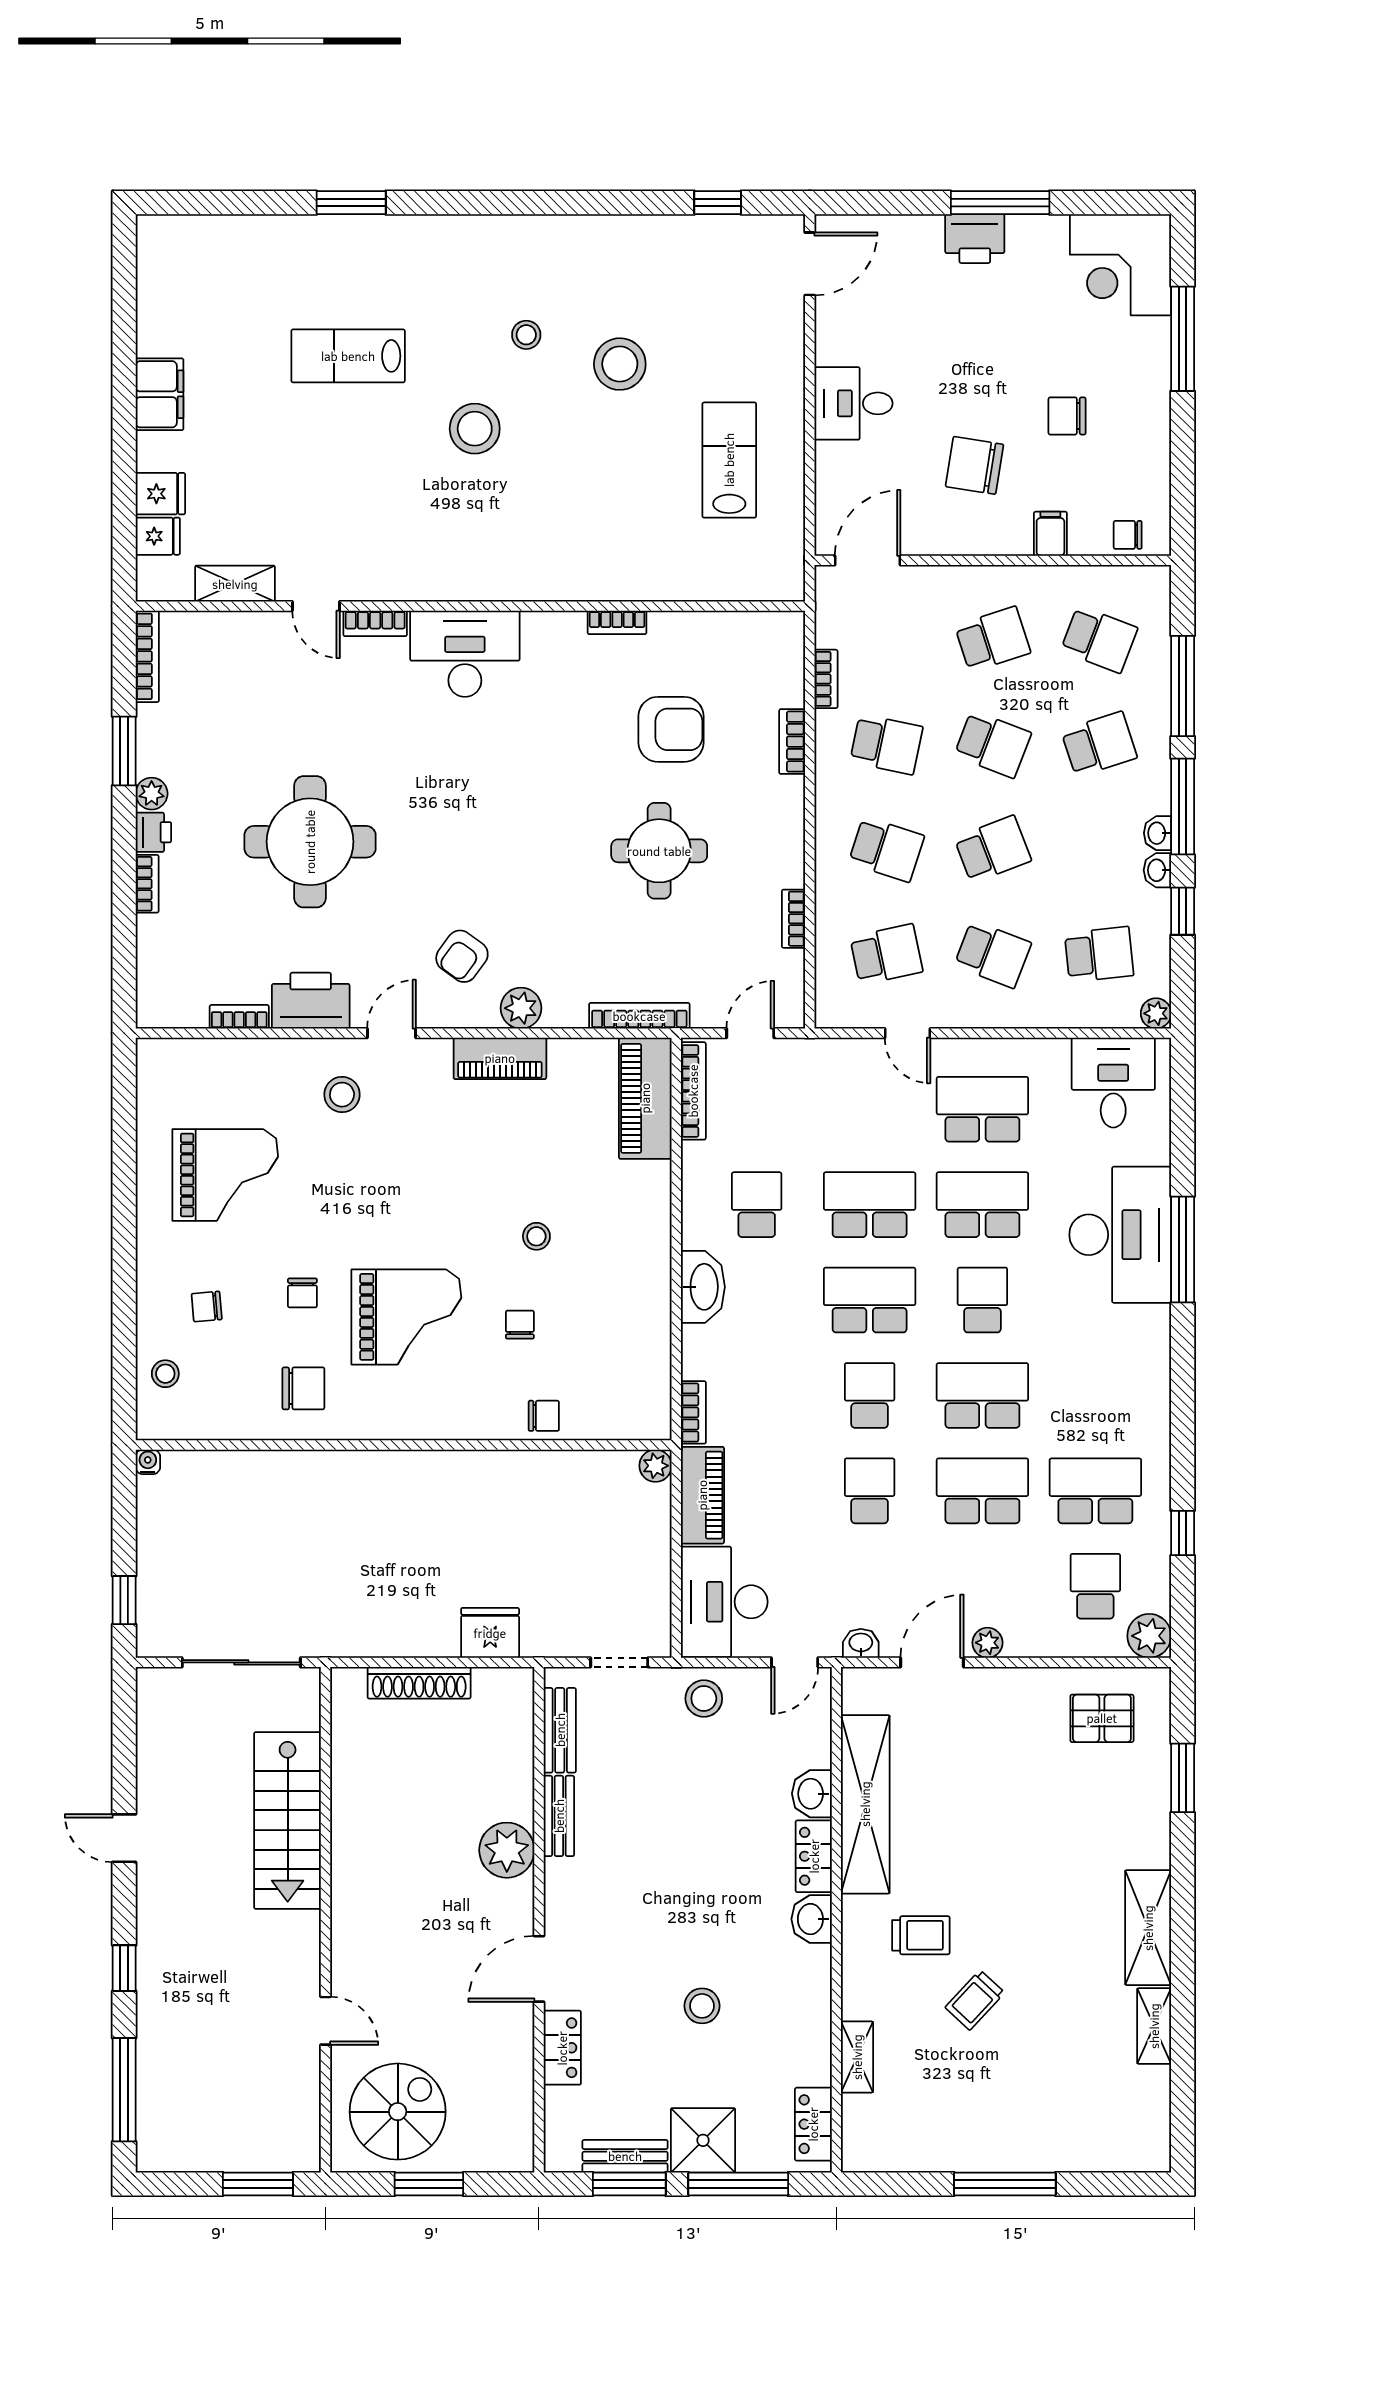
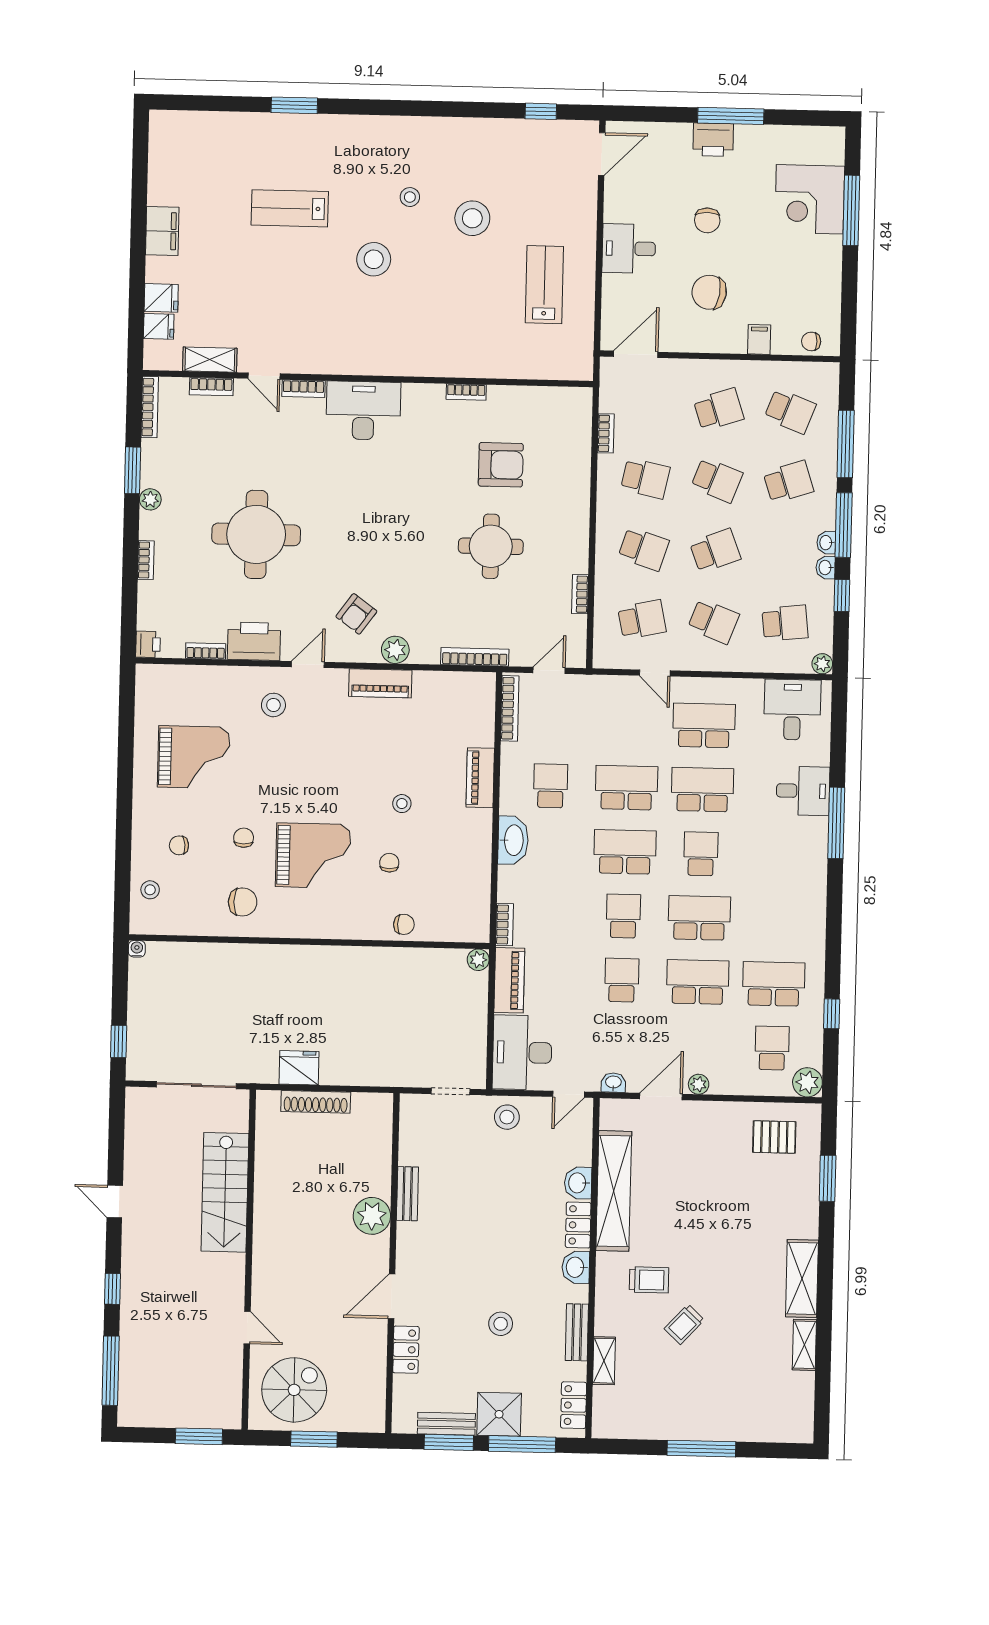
corner desk: (1121, 265) -> (810, 199), moved
chair: (1067, 416) -> (707, 220), moved, turned -90
bookcase: (792, 742) -> (211, 387), moved, turned -90
printer: (153, 832) -> (148, 644), moved
piano: (645, 1098) -> (480, 778), moved, width x0.73, depth x0.75
desk: (1120, 1235) -> (803, 791), width x0.53, depth x0.77
chair: (302, 1293) -> (244, 838), turned 180
fridge: (490, 1633) -> (299, 1068), moved
bench: (560, 1730) -> (577, 1332), moved

